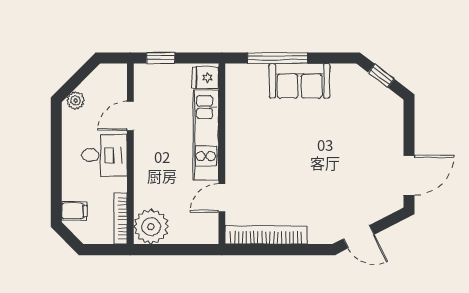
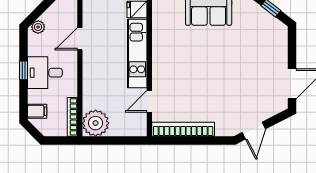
desk: (104, 155) -> (45, 73), moved, turned 180
window: (56, 158) -> (23, 70), added
door: (359, 237) -> (254, 131), hinge flipped

